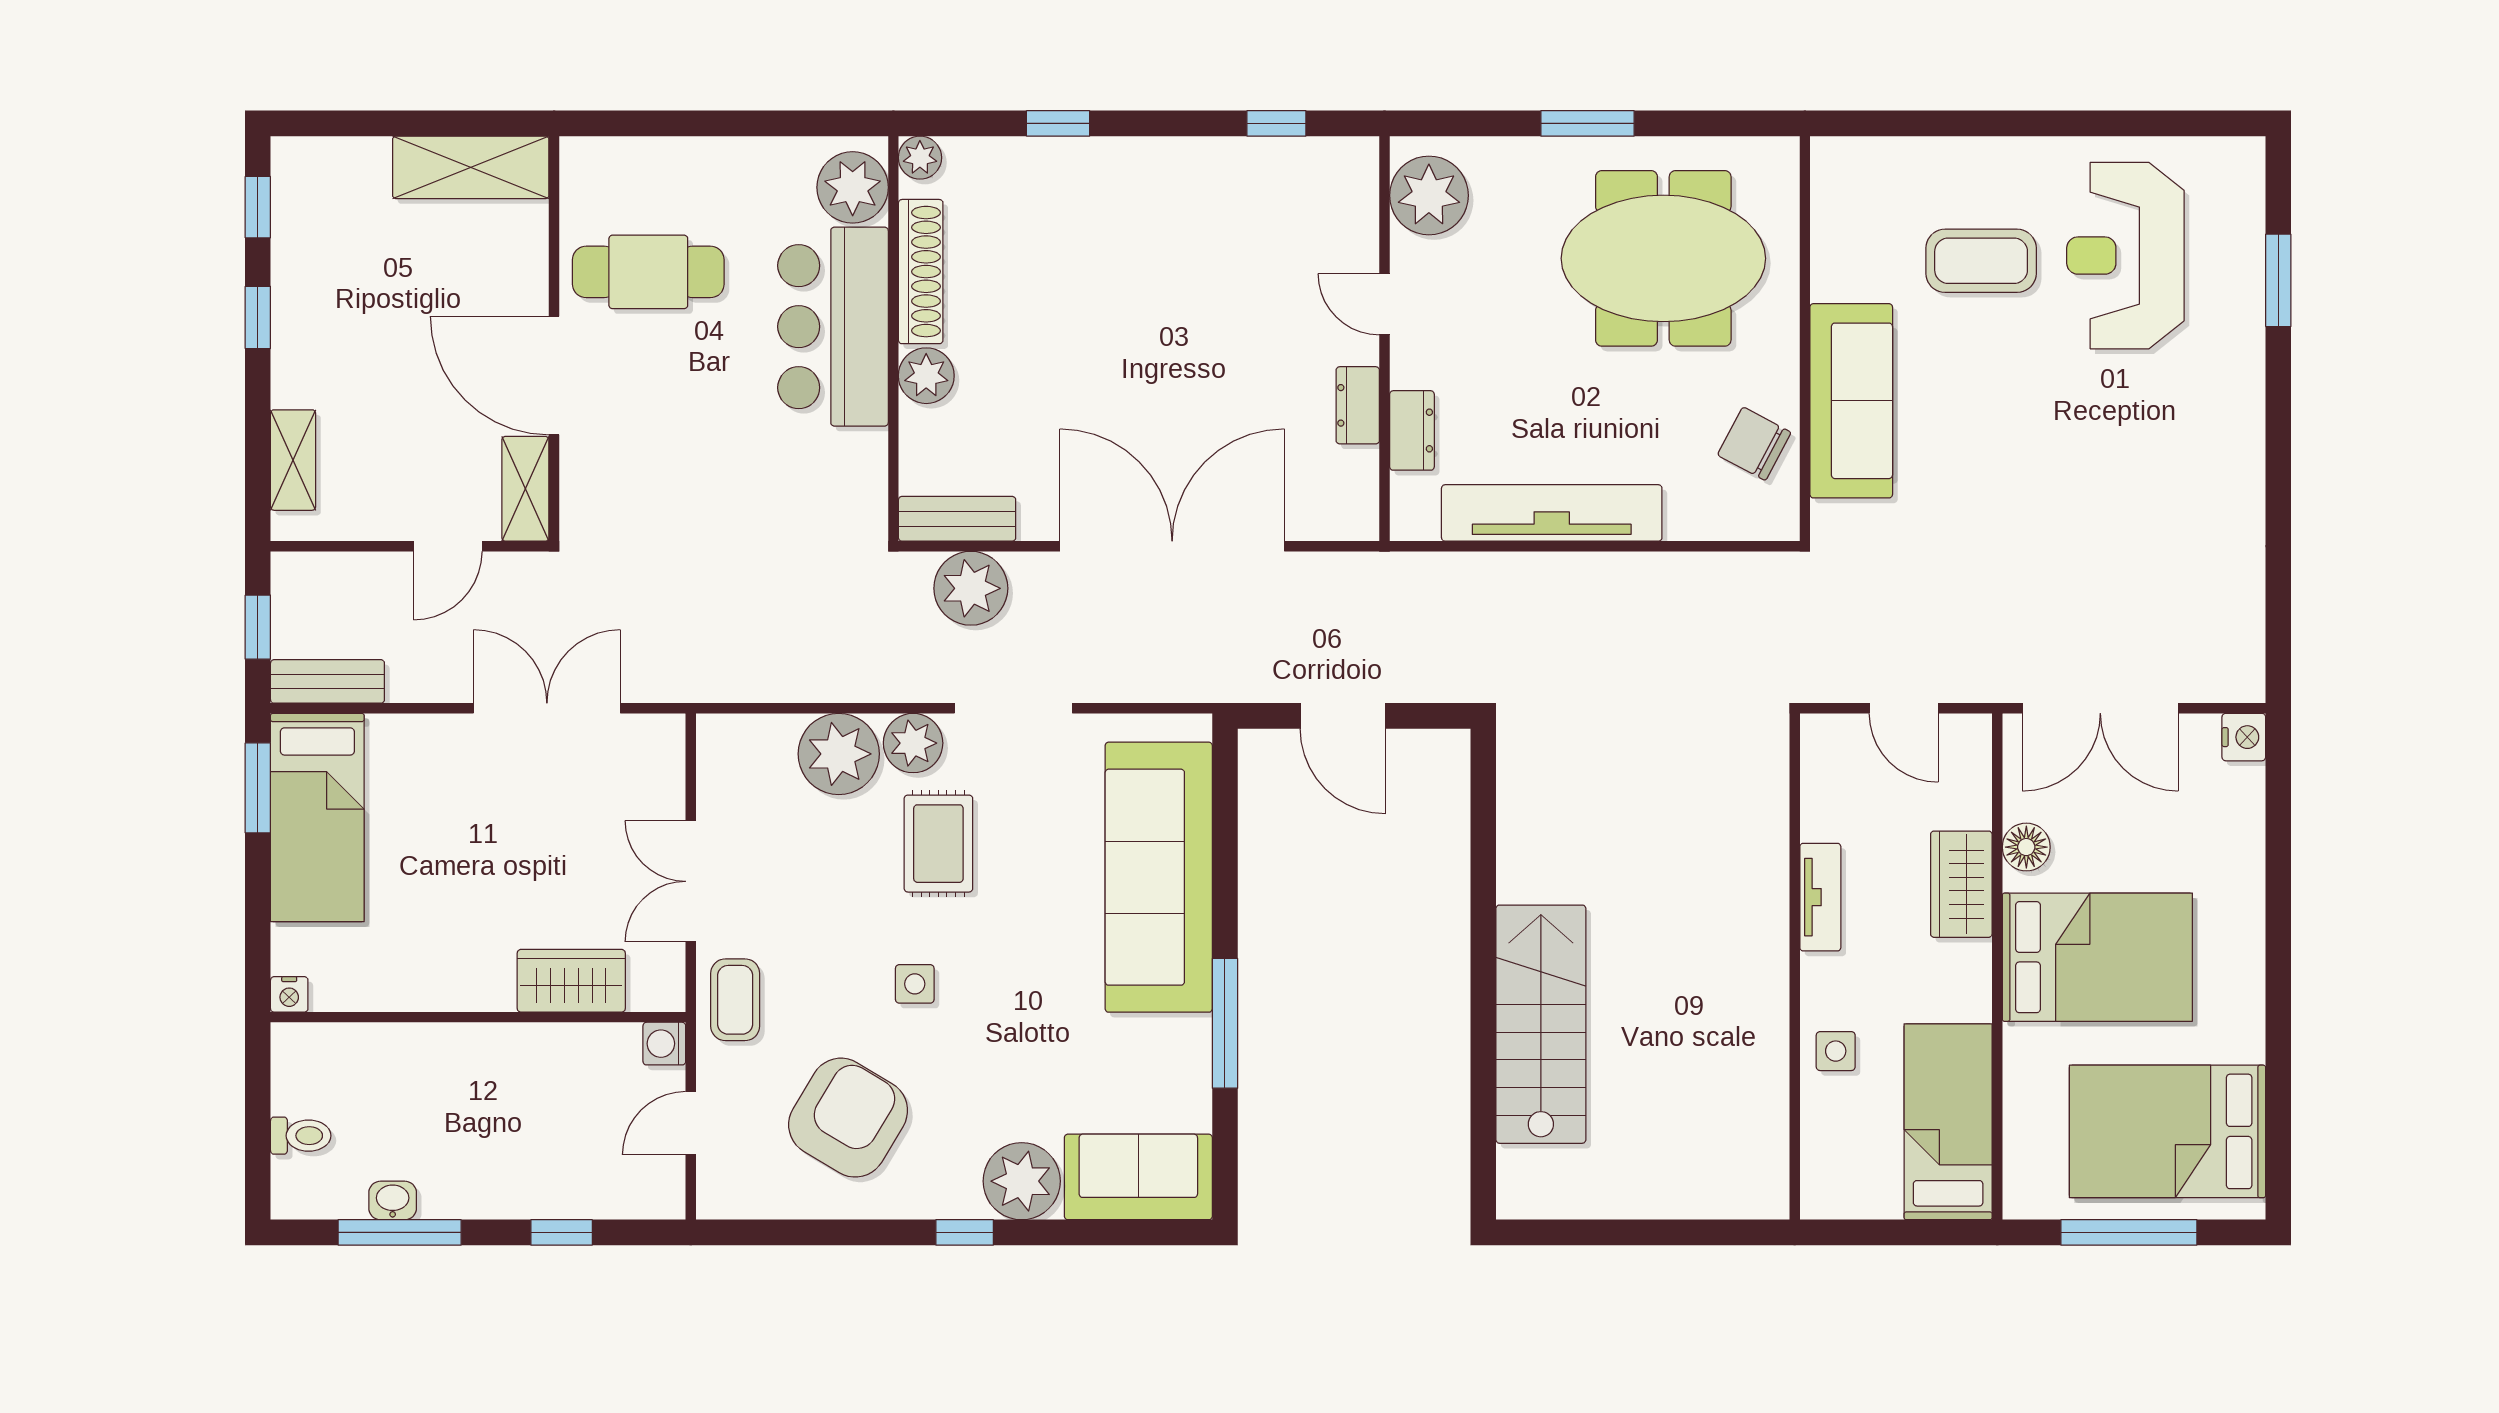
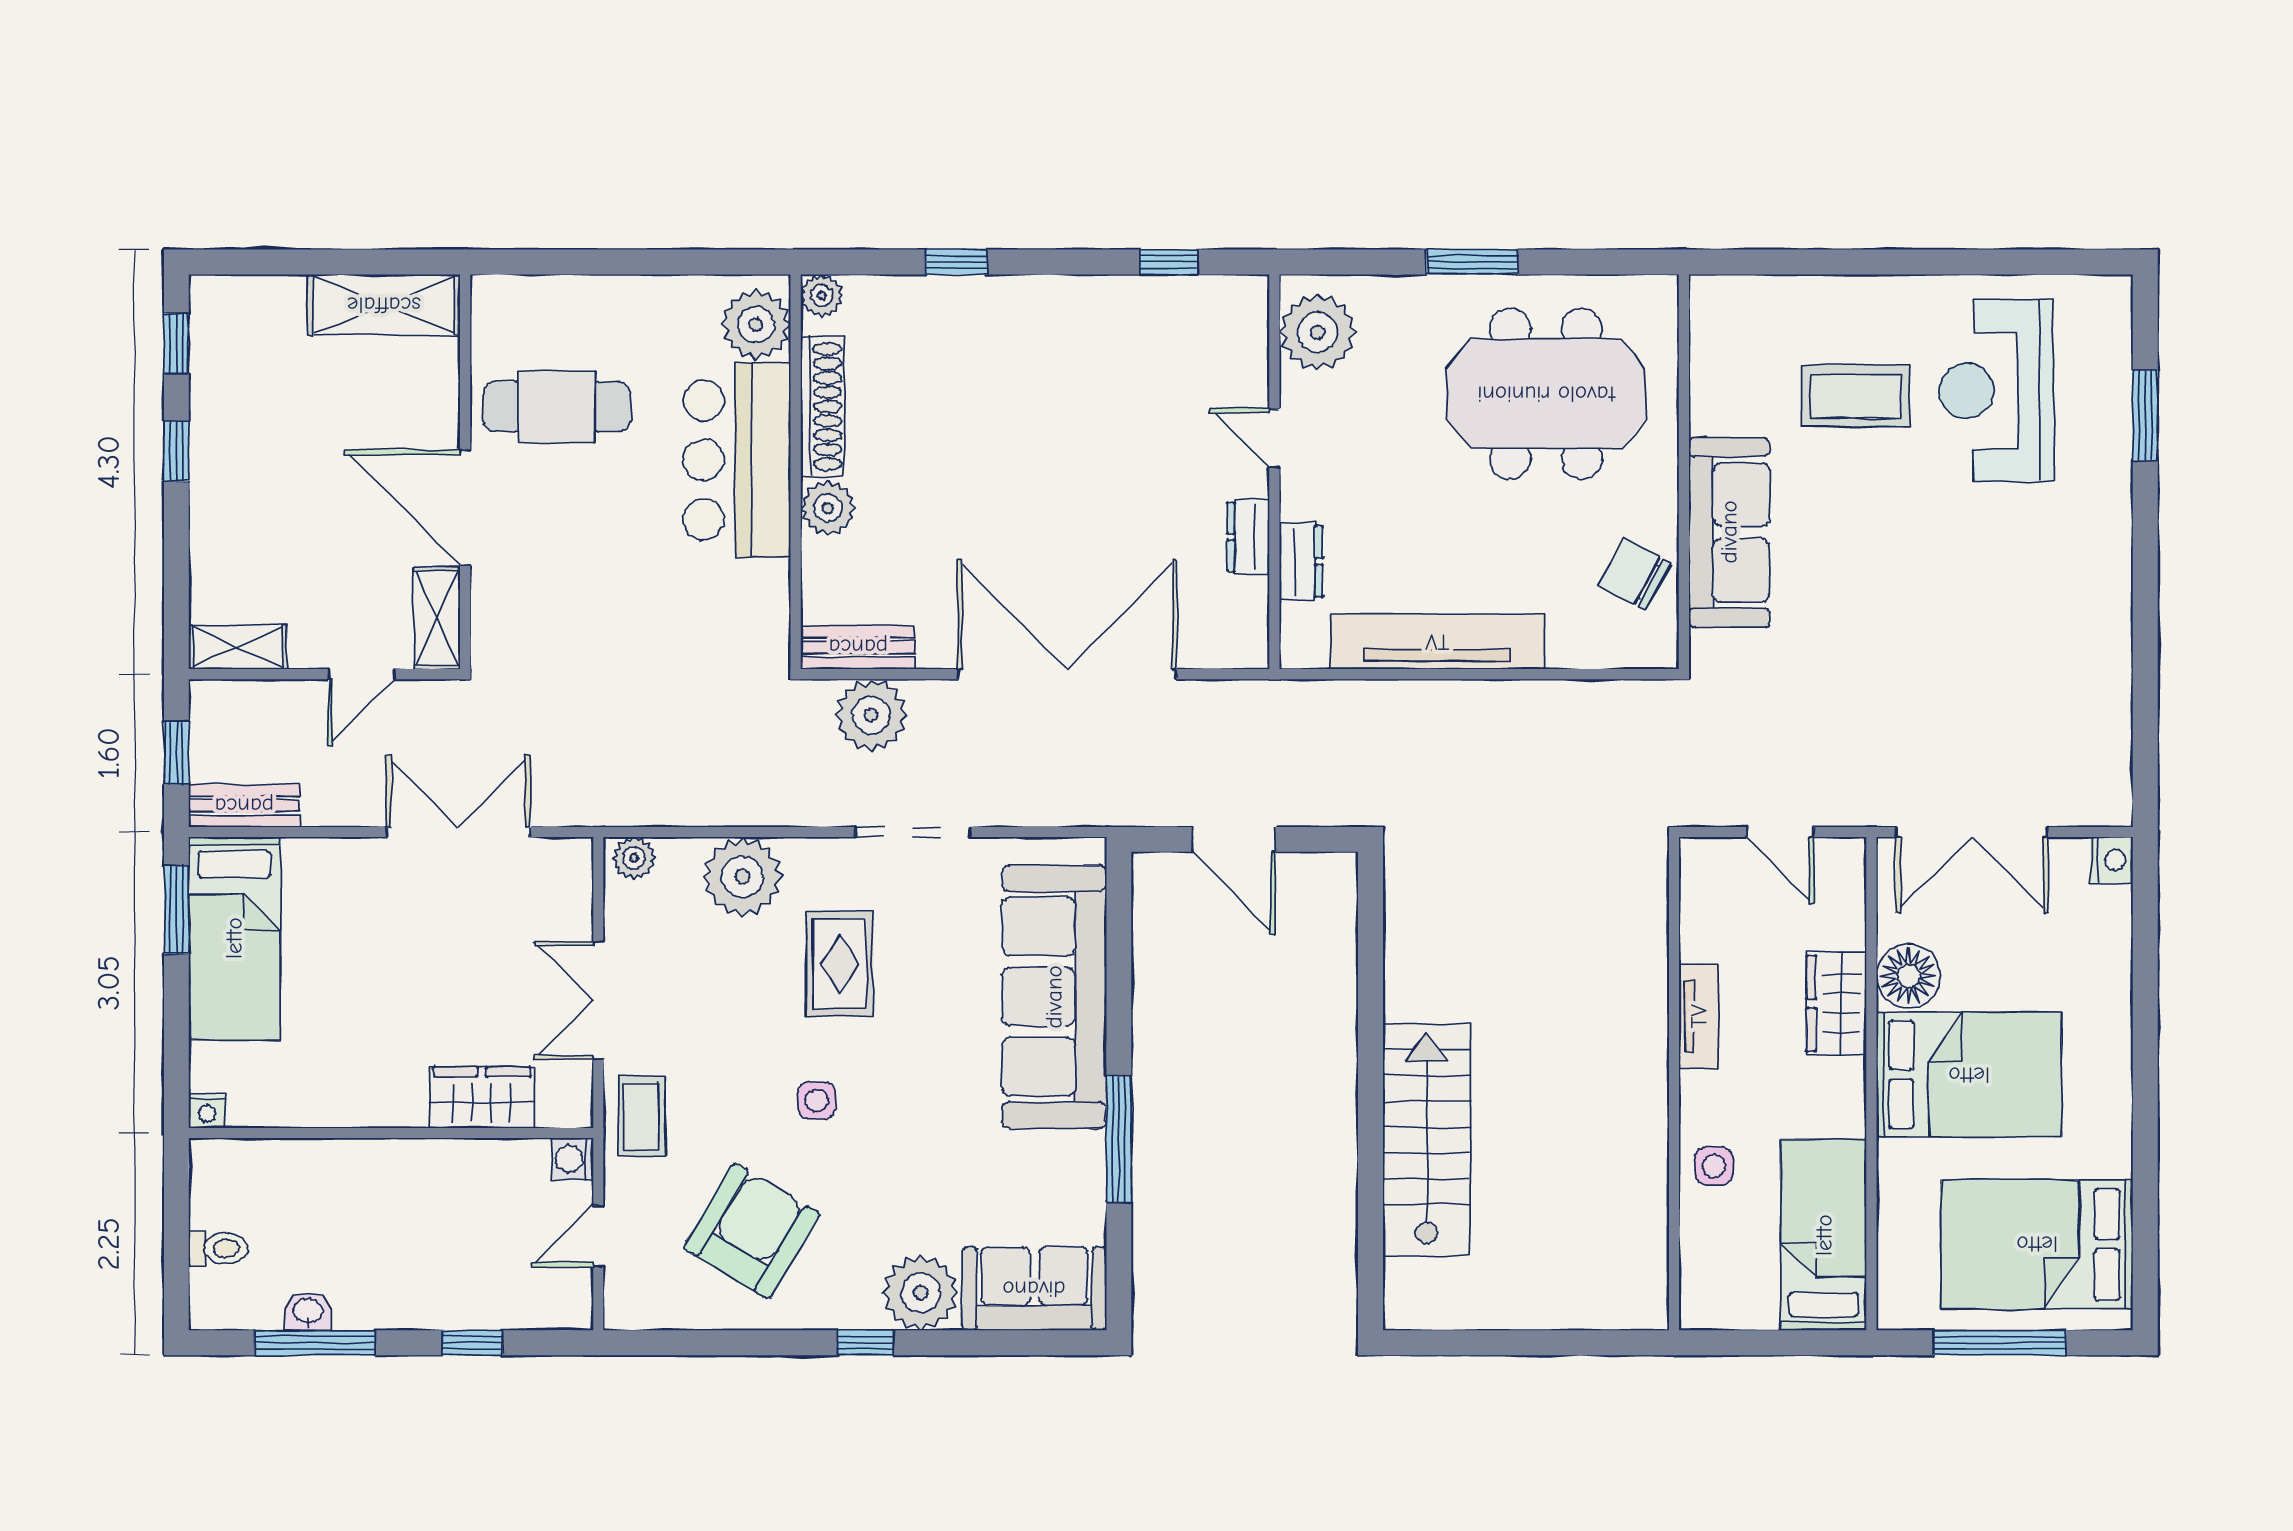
shelving: (293, 460) -> (238, 647), moved, turned 90
plant: (913, 743) -> (634, 858), moved, width x0.73, depth x0.73
floor lamp: (2026, 847) -> (1908, 976), width x1.38, depth x1.38

